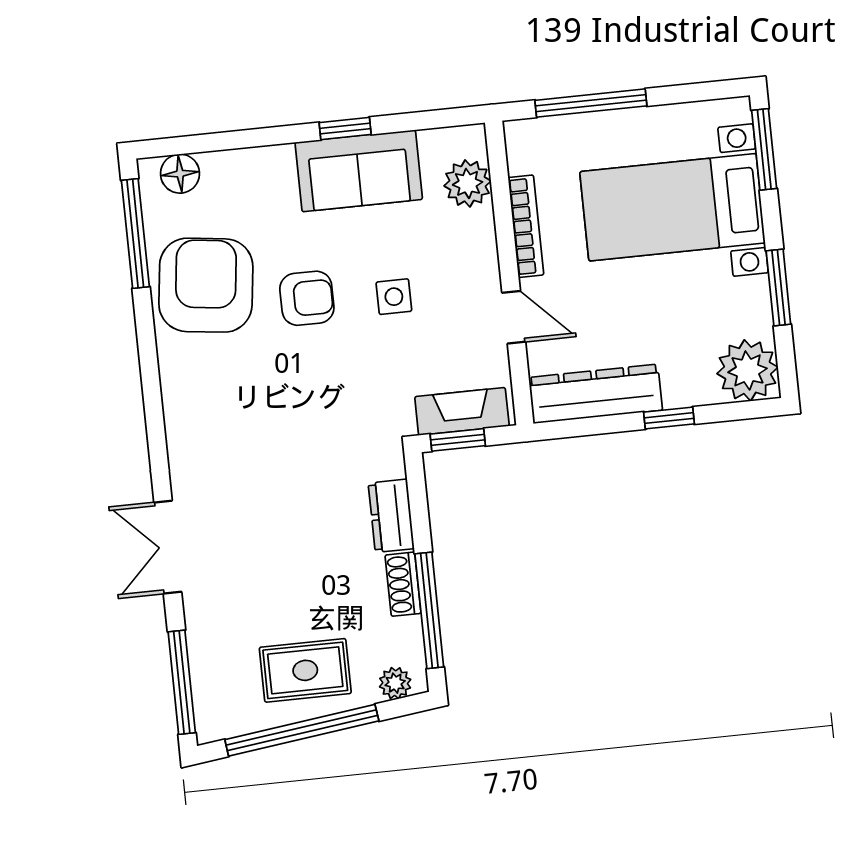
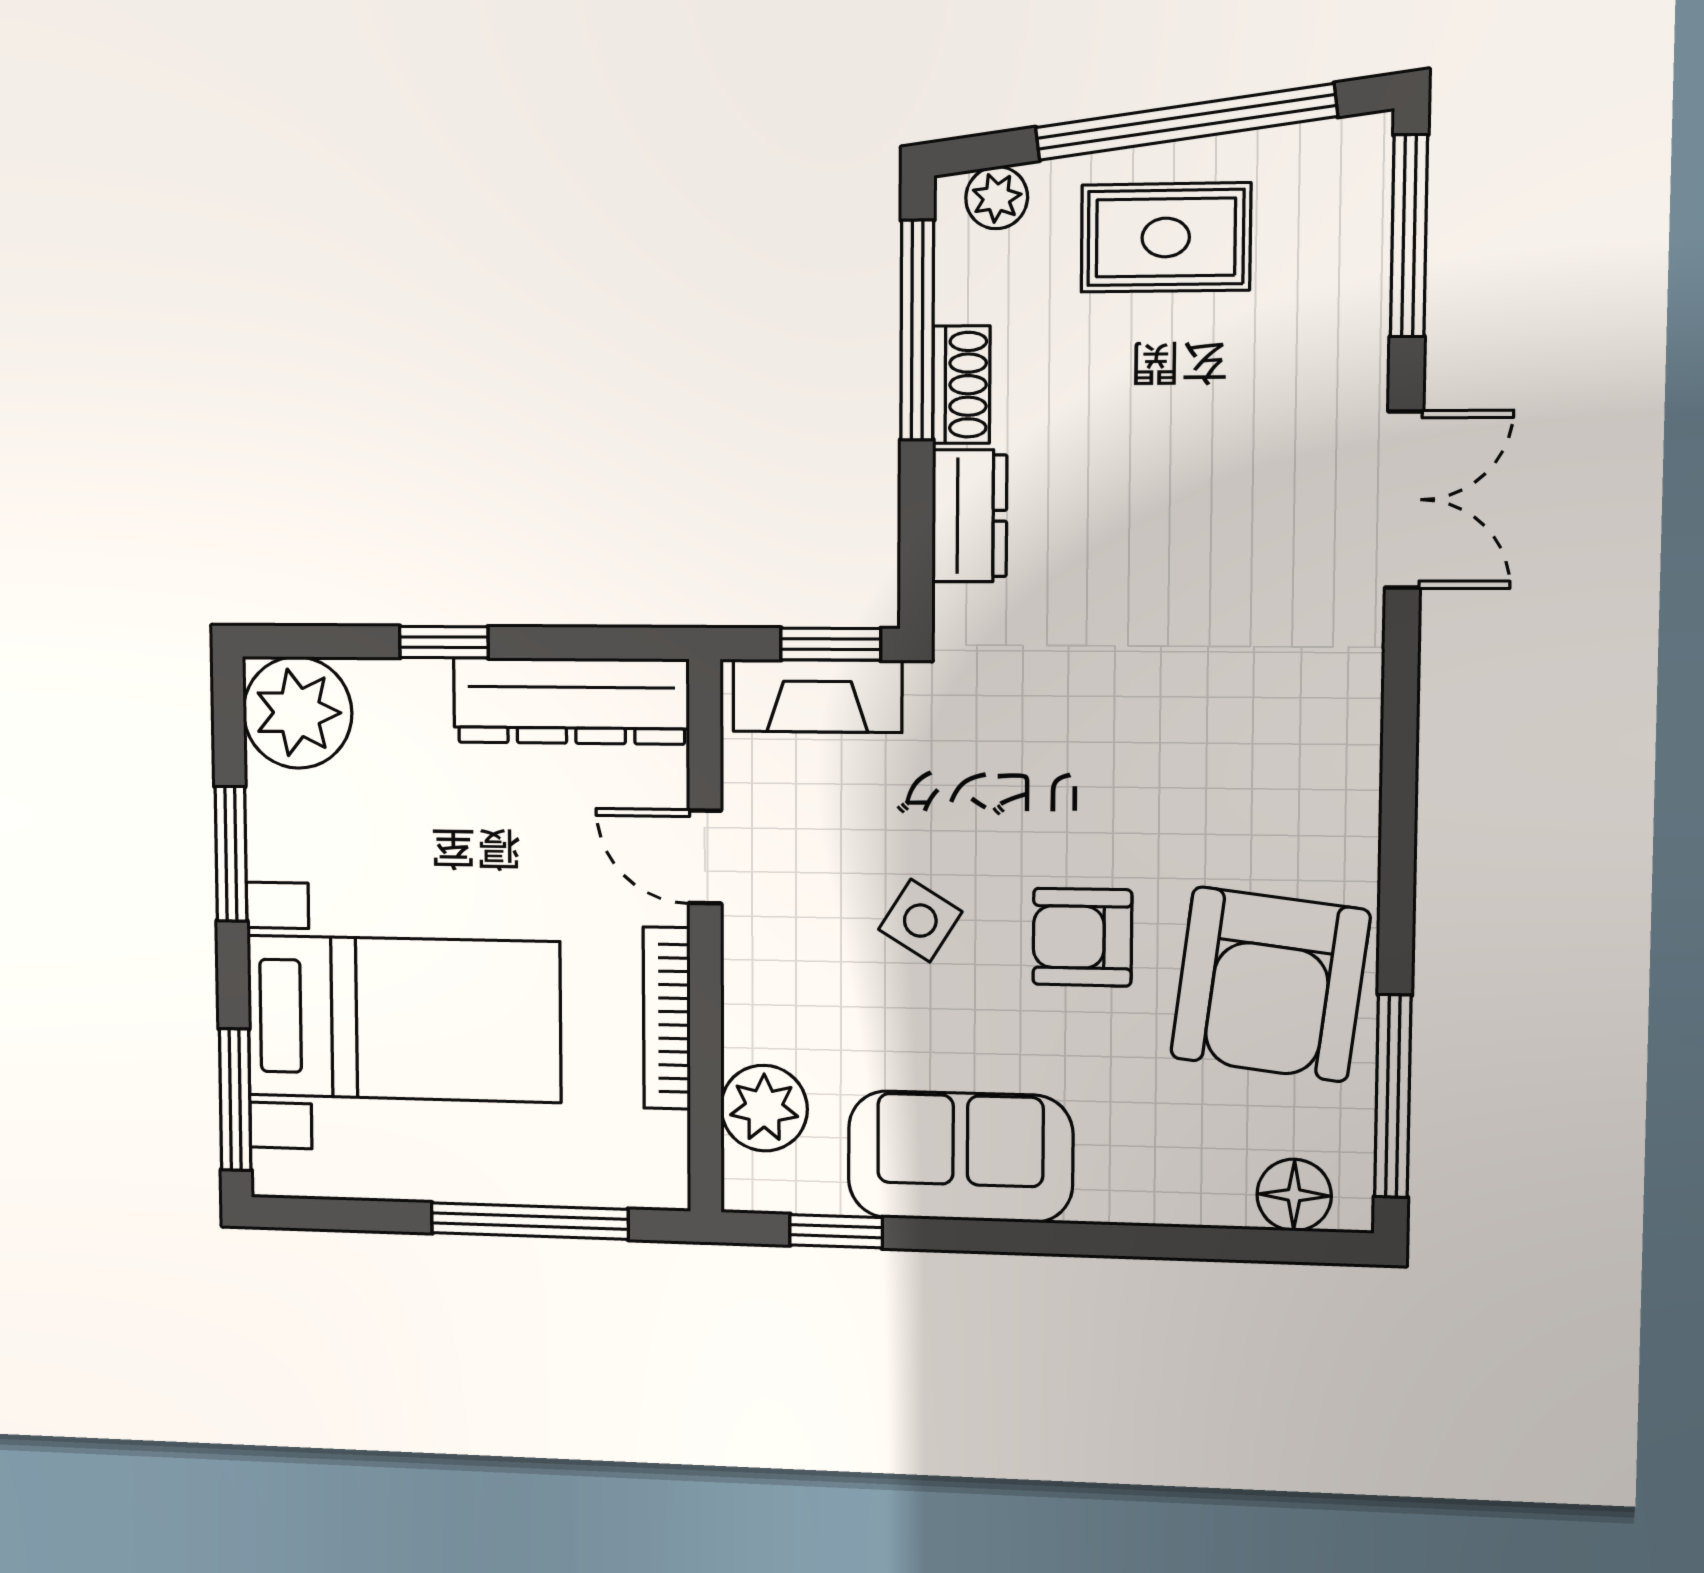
window: (345, 128) -> (836, 1231), moved
side table: (394, 297) -> (920, 921), turned 32

